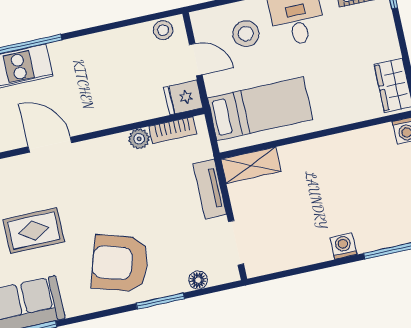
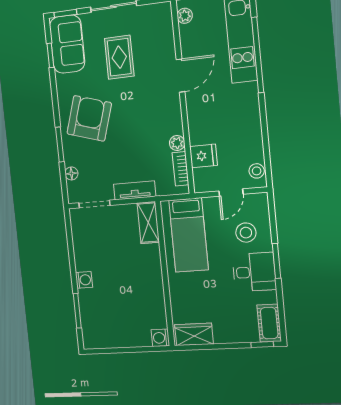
fridge: (183, 98) -> (204, 156), moved, turned 90

